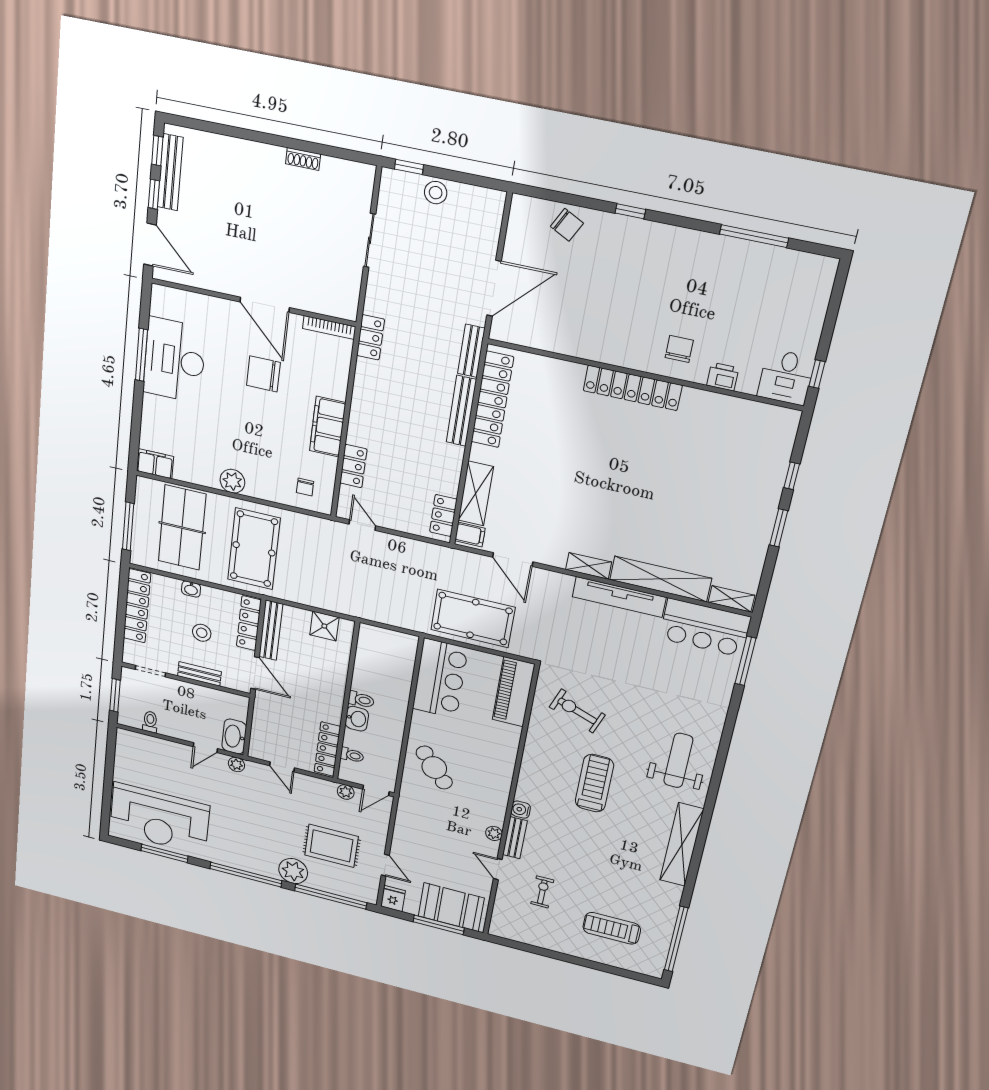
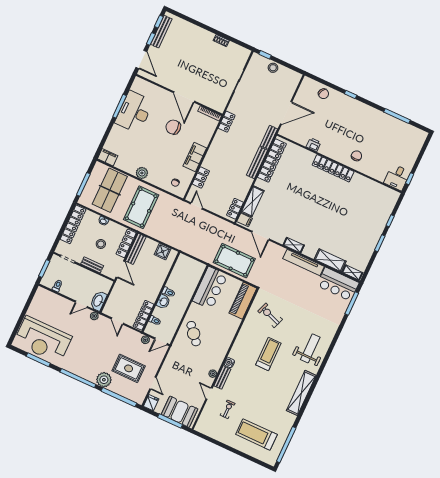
printer: (723, 377) -> (313, 145), moved
shelving: (661, 579) -> (330, 260), width x0.68
treadmill: (612, 928) -> (256, 434), width x1.37, depth x1.38

